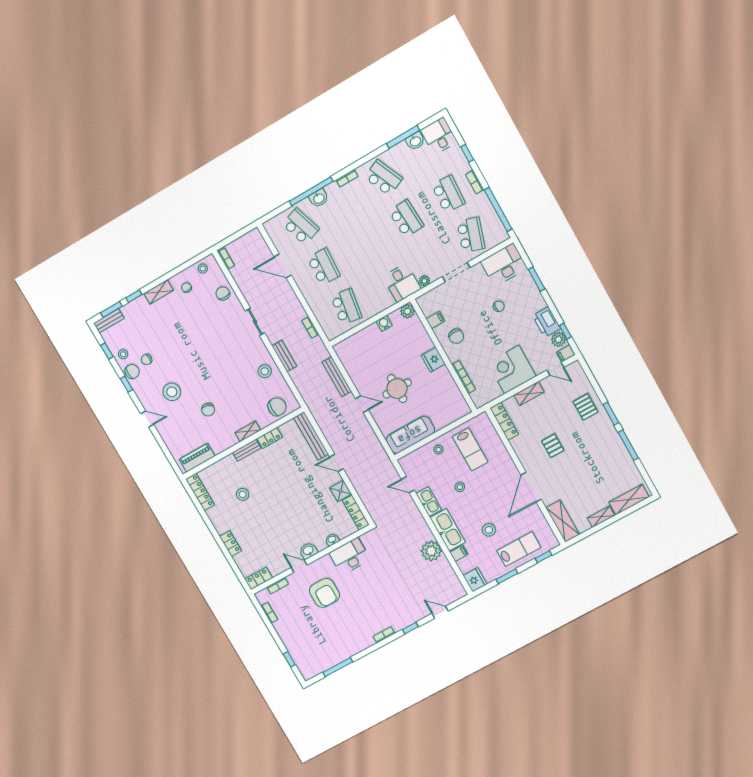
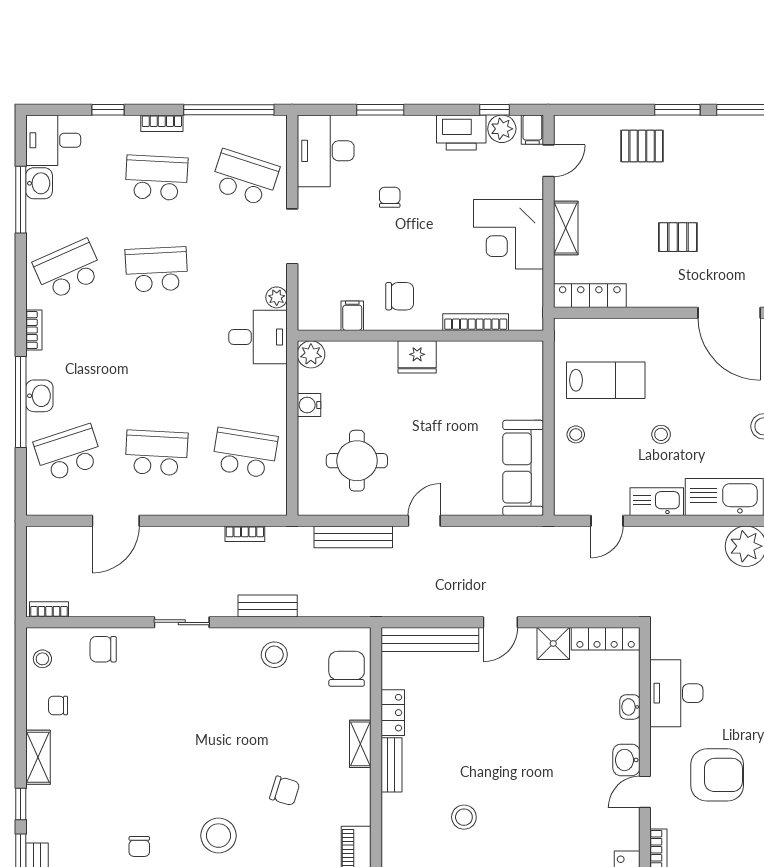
round table: (397, 389) -> (357, 461), moved

